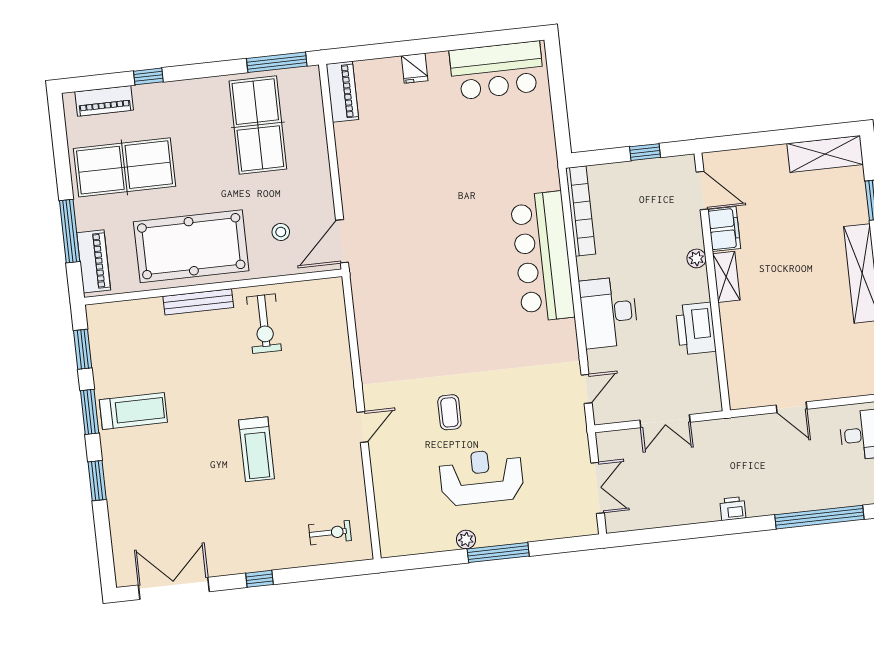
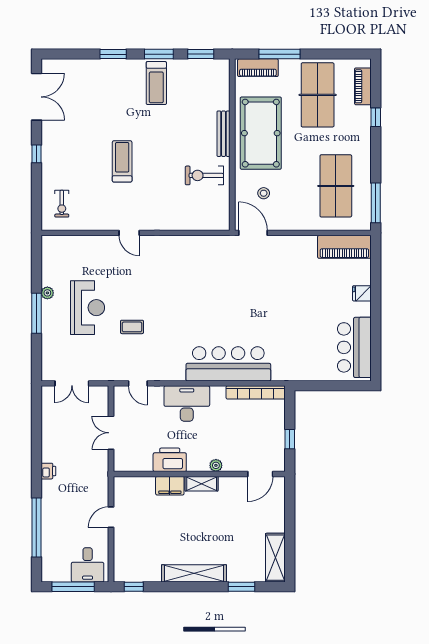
piano: (342, 92) -> (344, 247), width x1.37, depth x1.33
table tennis table: (258, 125) -> (336, 186), turned 90
filing cabinet: (724, 229) -> (170, 486), moved
coffee table: (449, 412) -> (132, 327), moved
treadmill: (257, 449) -> (122, 161), turned 90

